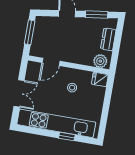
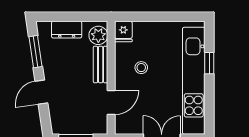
bench: (79, 59) -> (101, 64), added
door: (51, 62) -> (111, 102), hinge flipped

